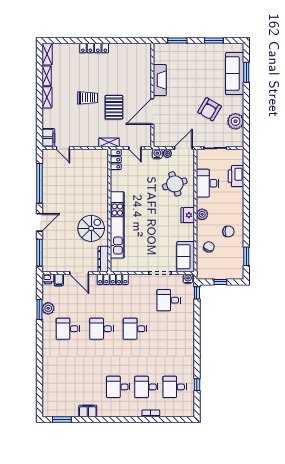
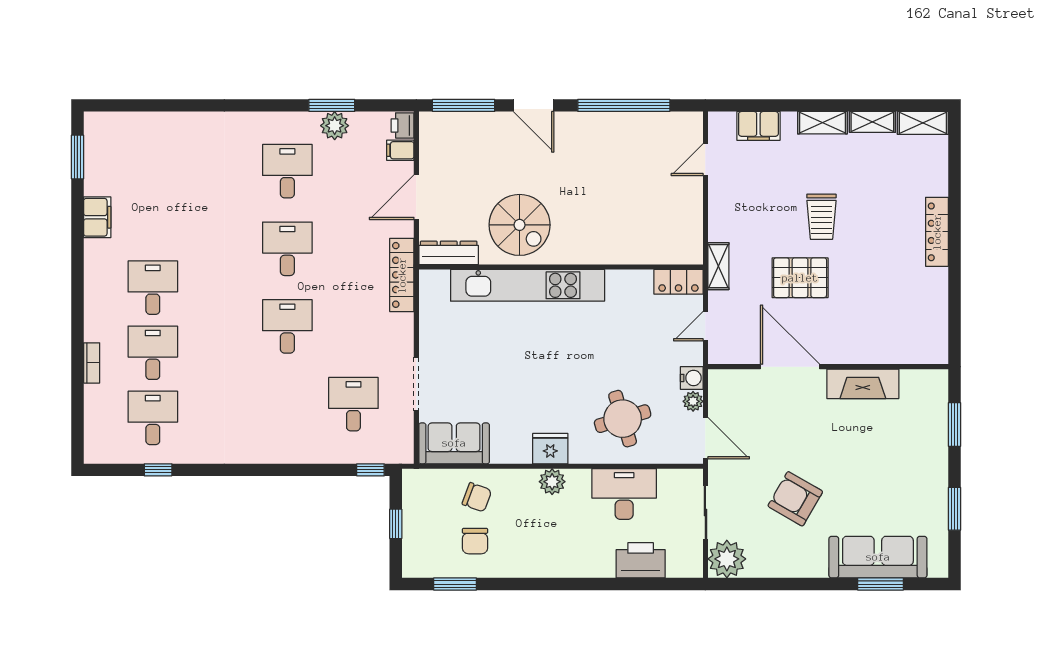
plant: (236, 121) -> (727, 559), moved
filing cabinet: (48, 138) -> (758, 126), moved
chair: (228, 231) -> (475, 541), moved
water cooler: (188, 279) -> (403, 449), removed

